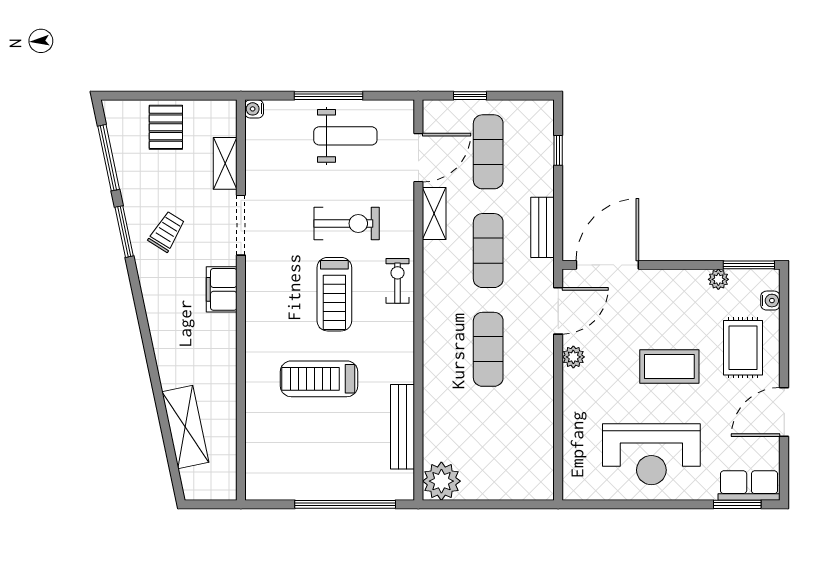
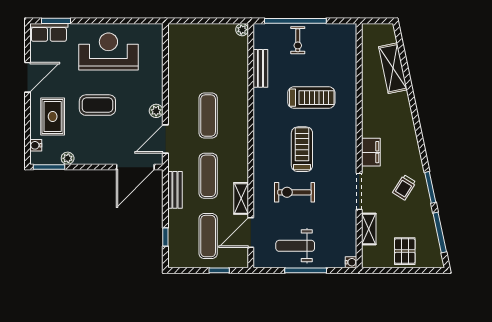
exercise bike: (398, 281) -> (298, 40), moved
bench: (402, 427) -> (260, 68), width x0.73
plant: (441, 481) -> (242, 30), width x0.53, depth x0.53

